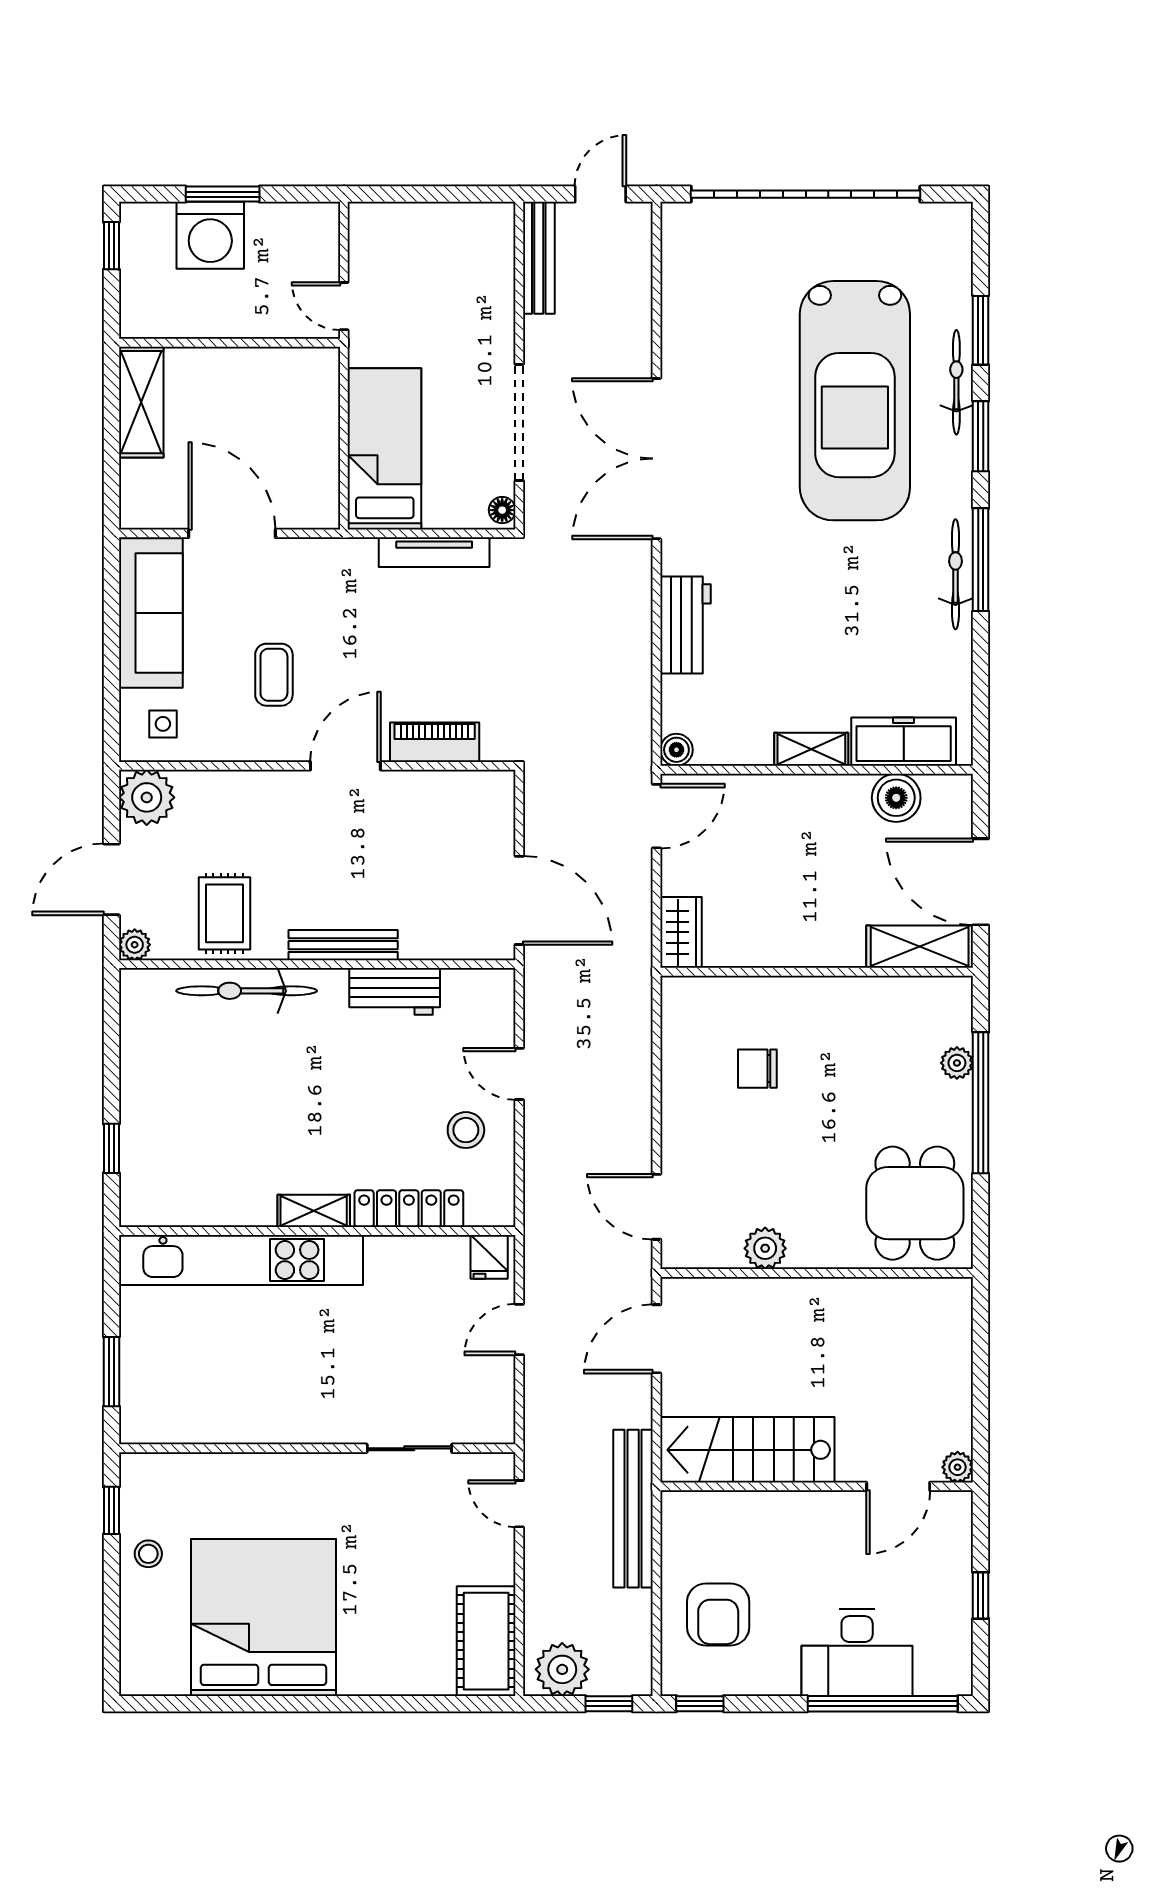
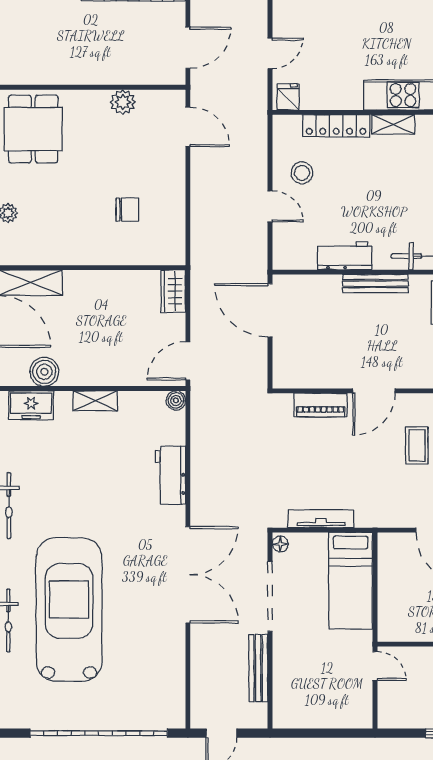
bench: (539, 258) -> (258, 668), moved
freezer: (904, 742) -> (31, 405), width x0.71

